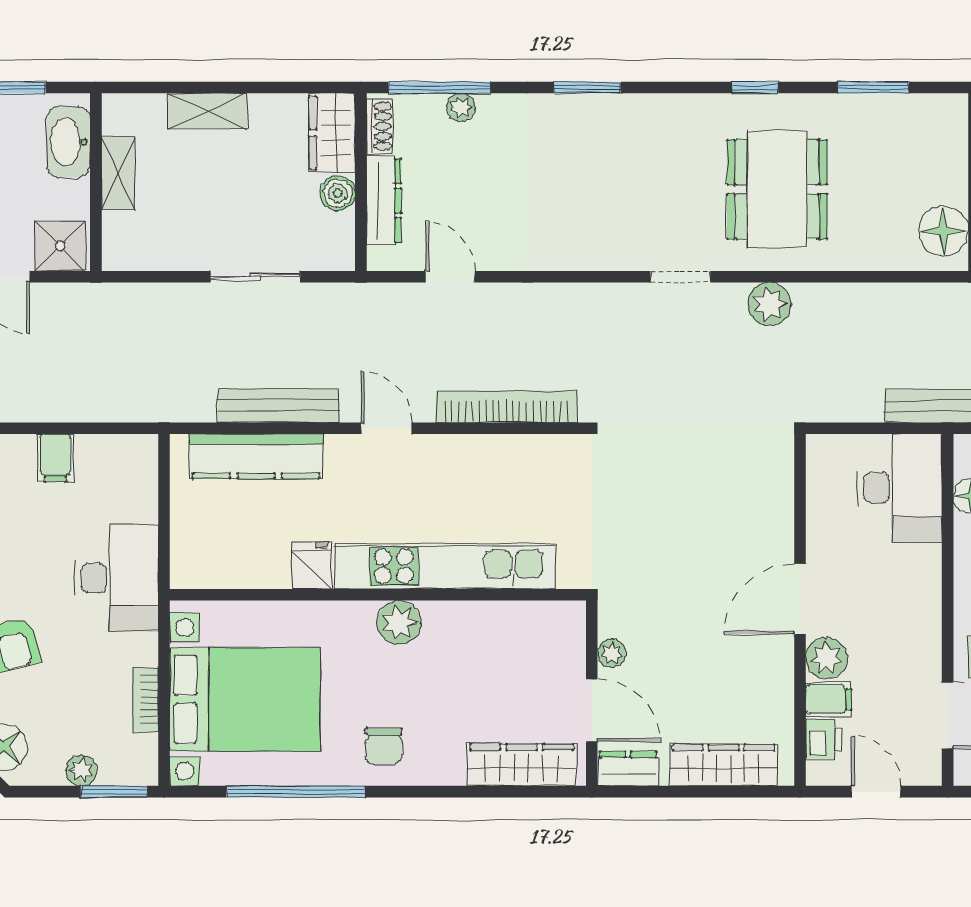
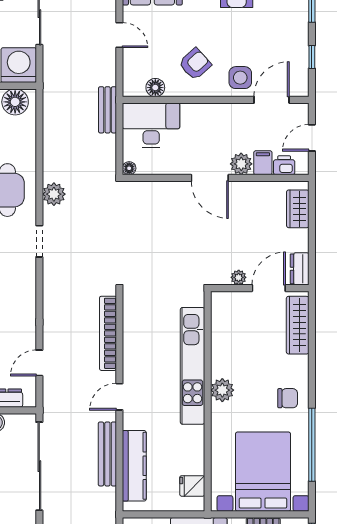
sliding door: (255, 277) -> (39, 466), width x1.86
floor lamp: (818, 446) -> (129, 168), added
fridge: (312, 566) -> (192, 486), moved
wardrobe: (724, 765) -> (298, 209), width x0.67

